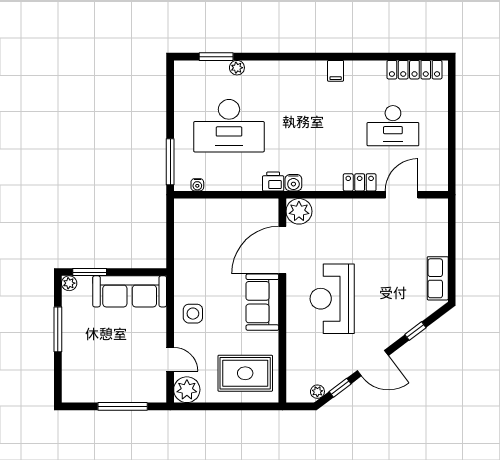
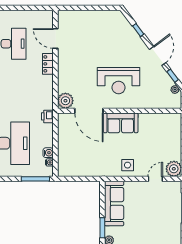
water cooler: (293, 183) -> (48, 153), moved
row of seats: (438, 278) -> (106, 17), removed
rug: (245, 373) -> (164, 133), removed

